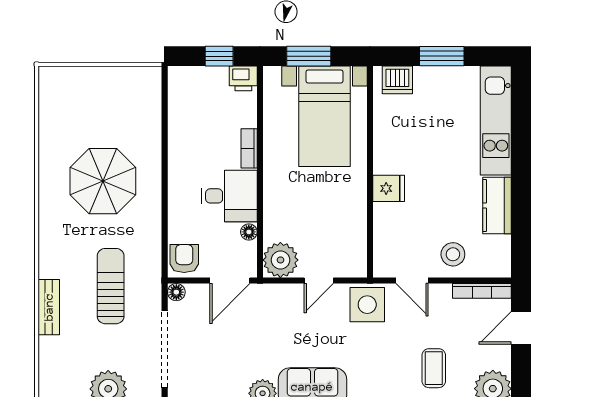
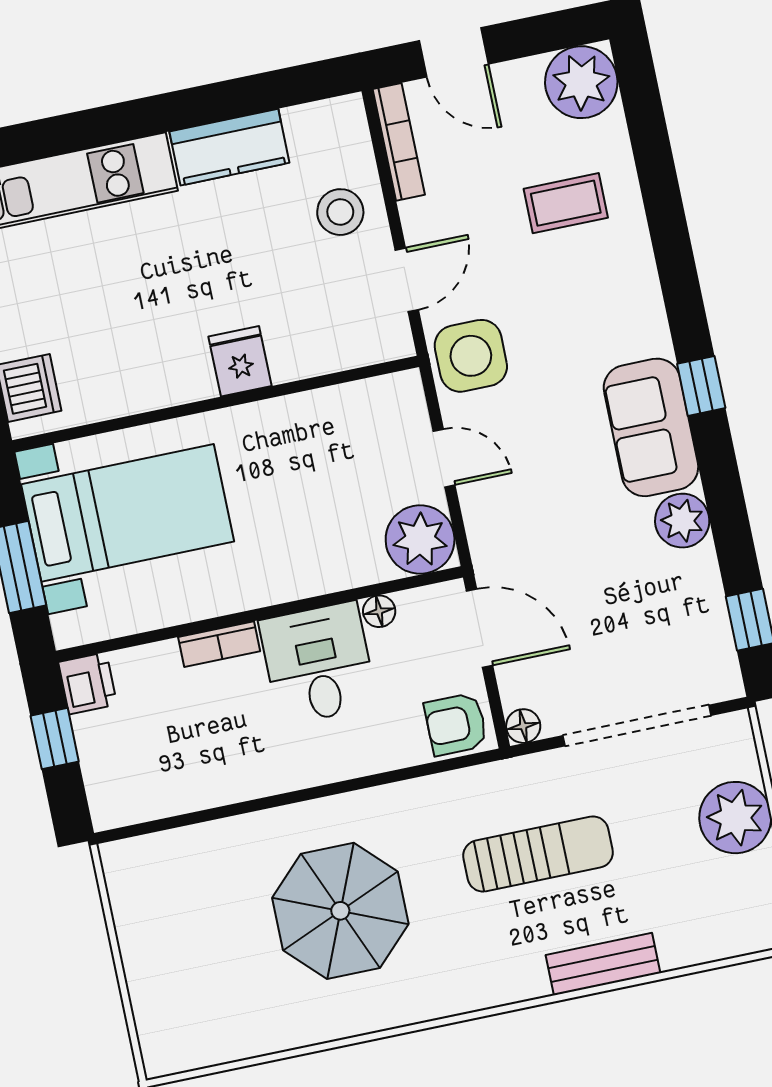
sun lounger: (111, 286) -> (538, 854), turned 180

